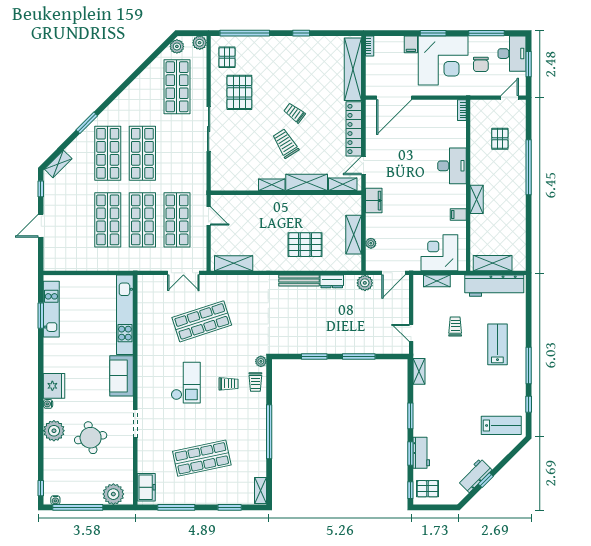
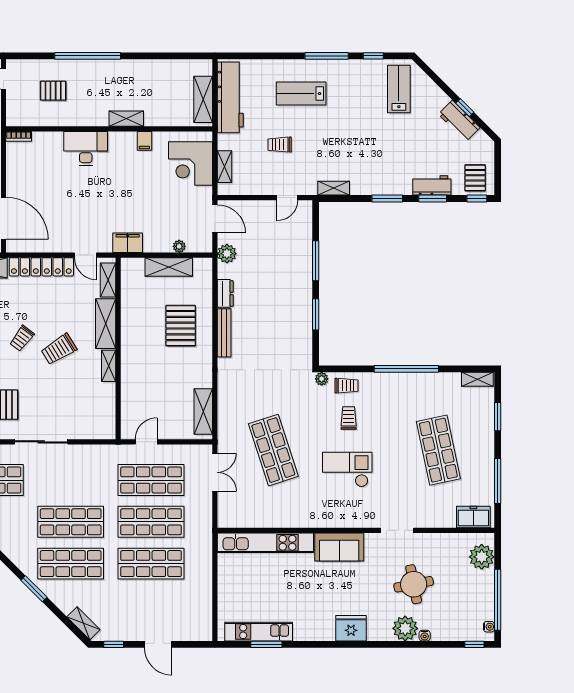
water cooler: (48, 404) -> (425, 636), moved

